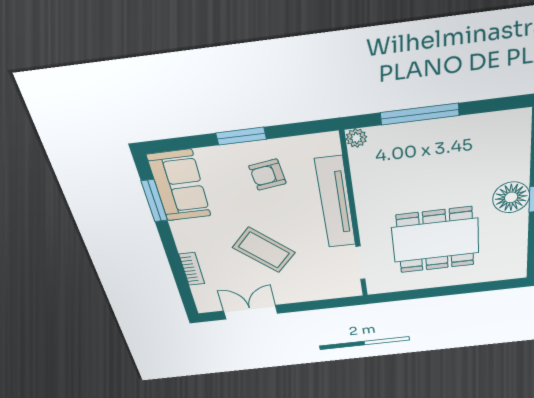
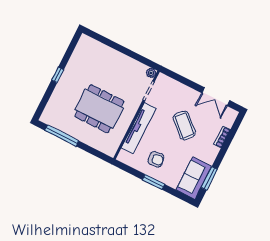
window: (420, 114) -> (62, 136), moved
plant: (356, 138) -> (151, 73), moved
floor lamp: (511, 197) -> (67, 82), removed
dining table: (436, 240) -> (99, 109), moved

